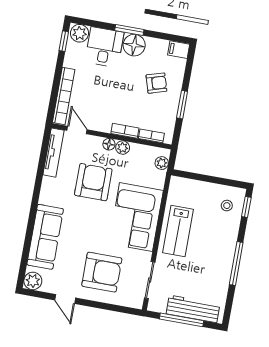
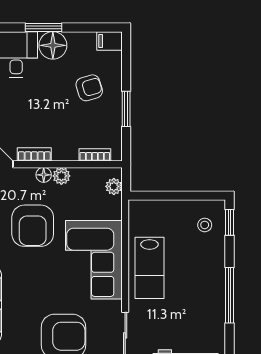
bookcase: (125, 131) -> (34, 154), moved
armchair: (93, 182) -> (33, 226), turned 180

